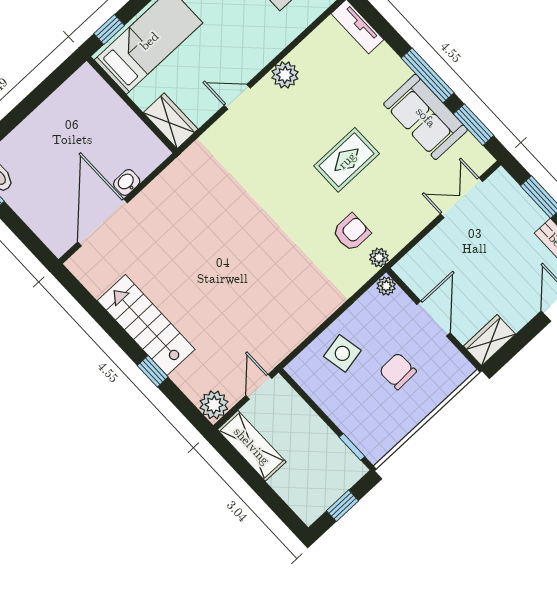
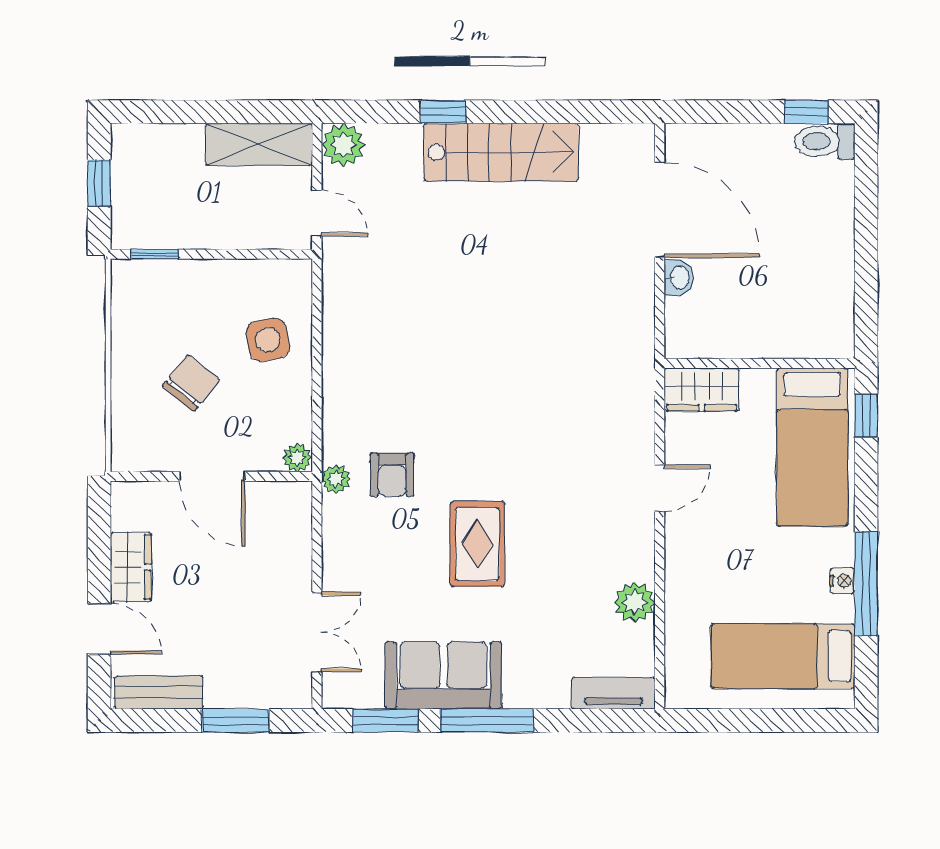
plant: (285, 75) -> (635, 602), moved
wardrobe: (489, 340) -> (131, 567), moved
chair: (398, 371) -> (191, 383), turned -49

